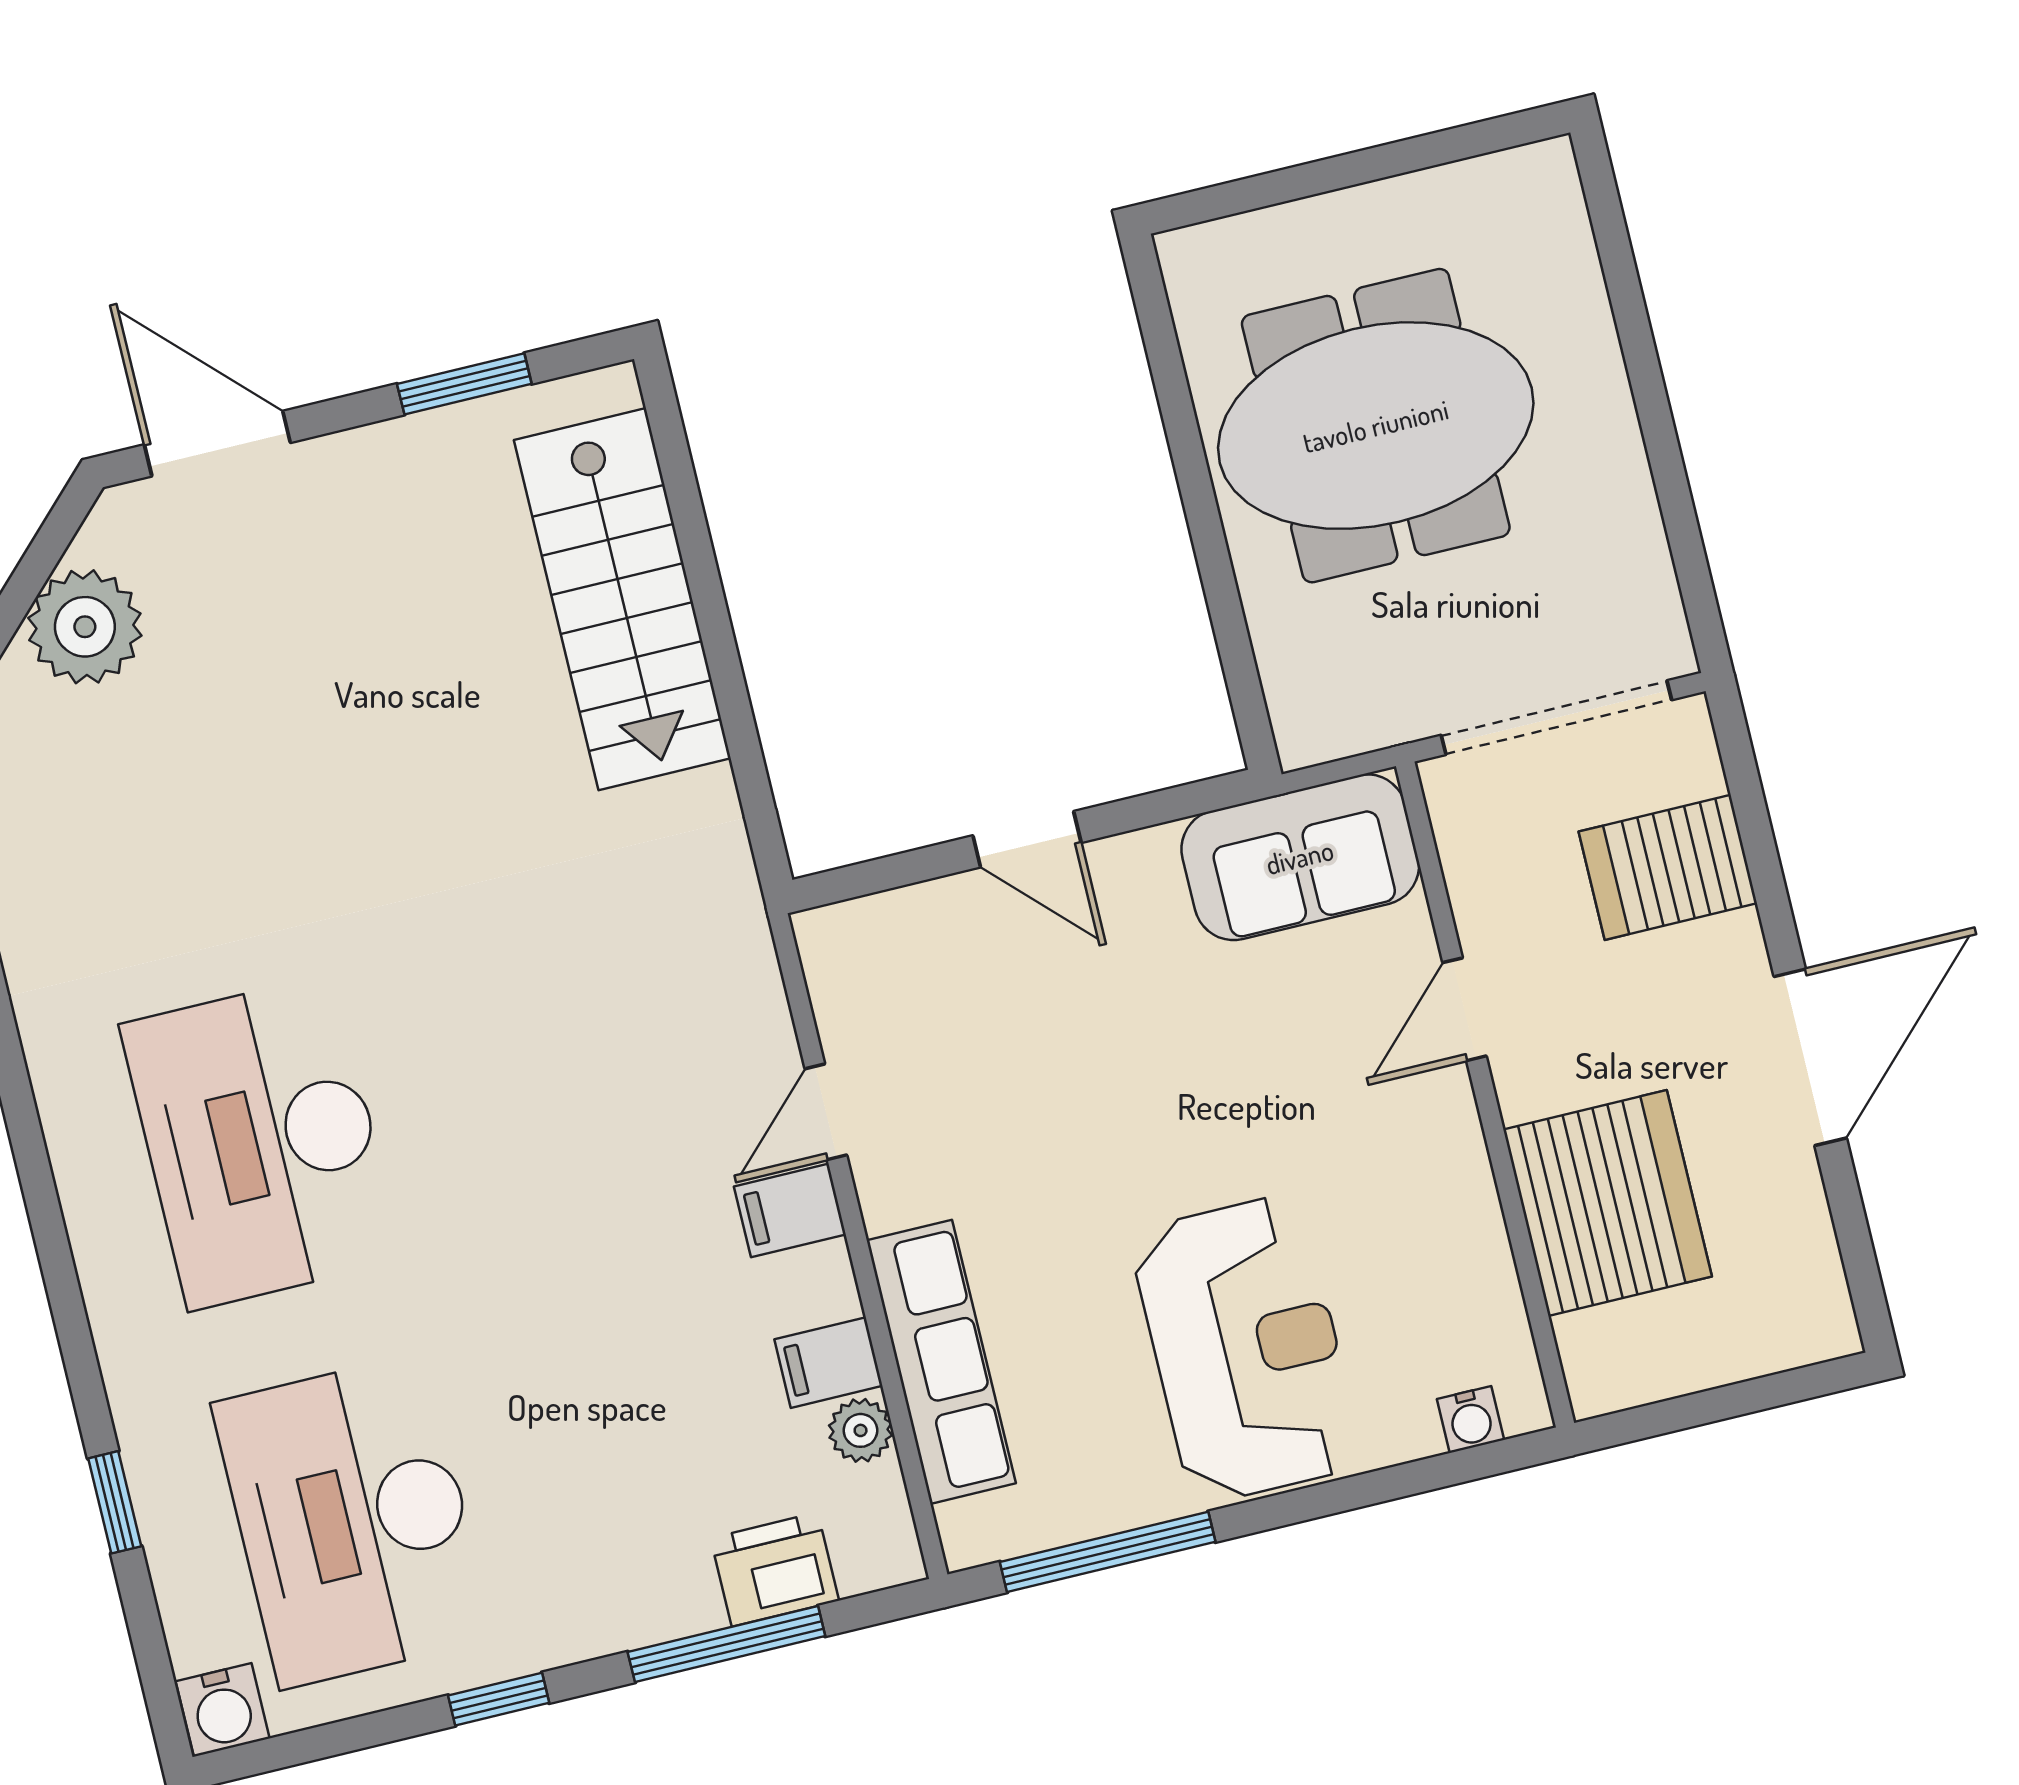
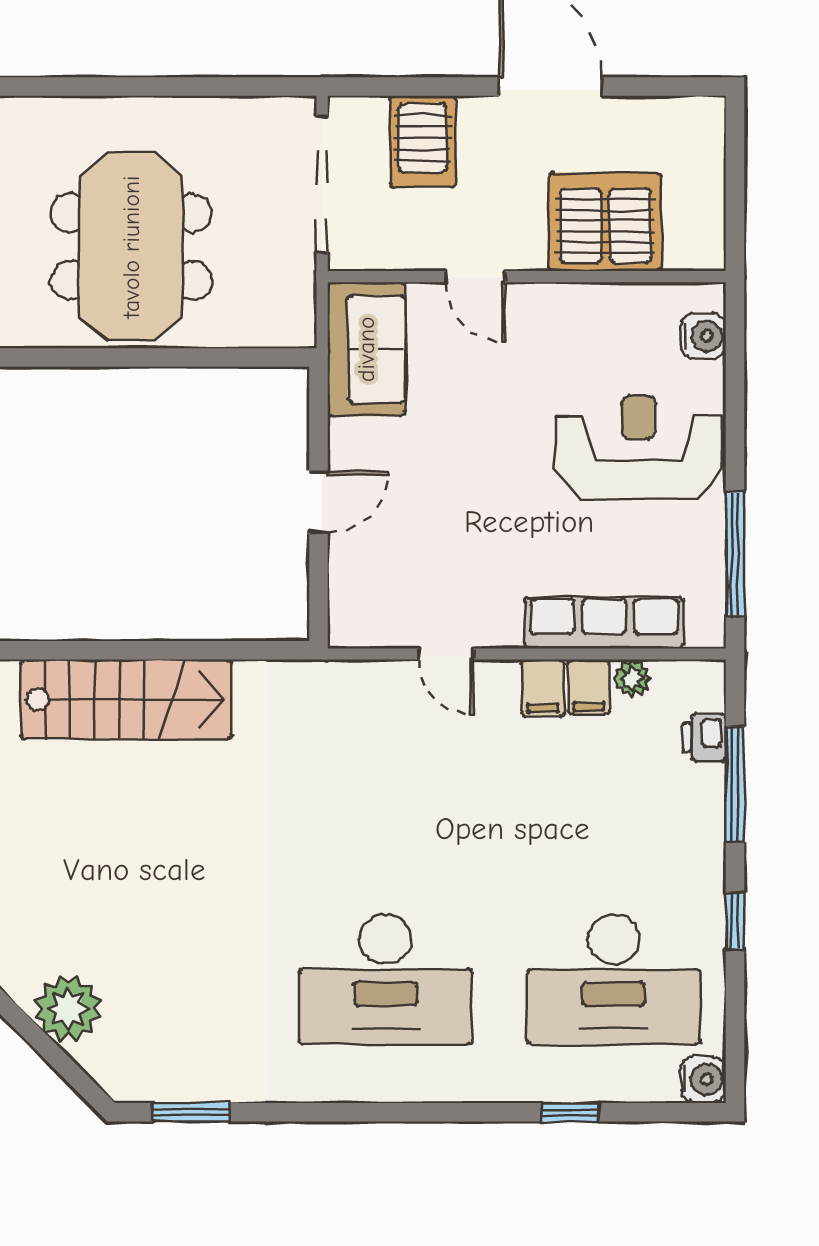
filing cabinet: (790, 1210) -> (543, 688), moved
water cooler: (1470, 1419) -> (703, 336), width x1.38, depth x1.38
printer: (775, 1569) -> (704, 737), width x0.73, depth x0.81

